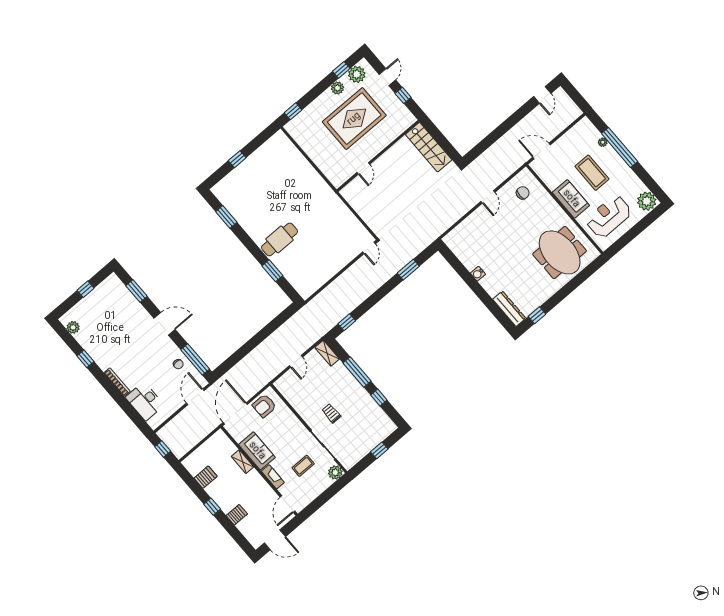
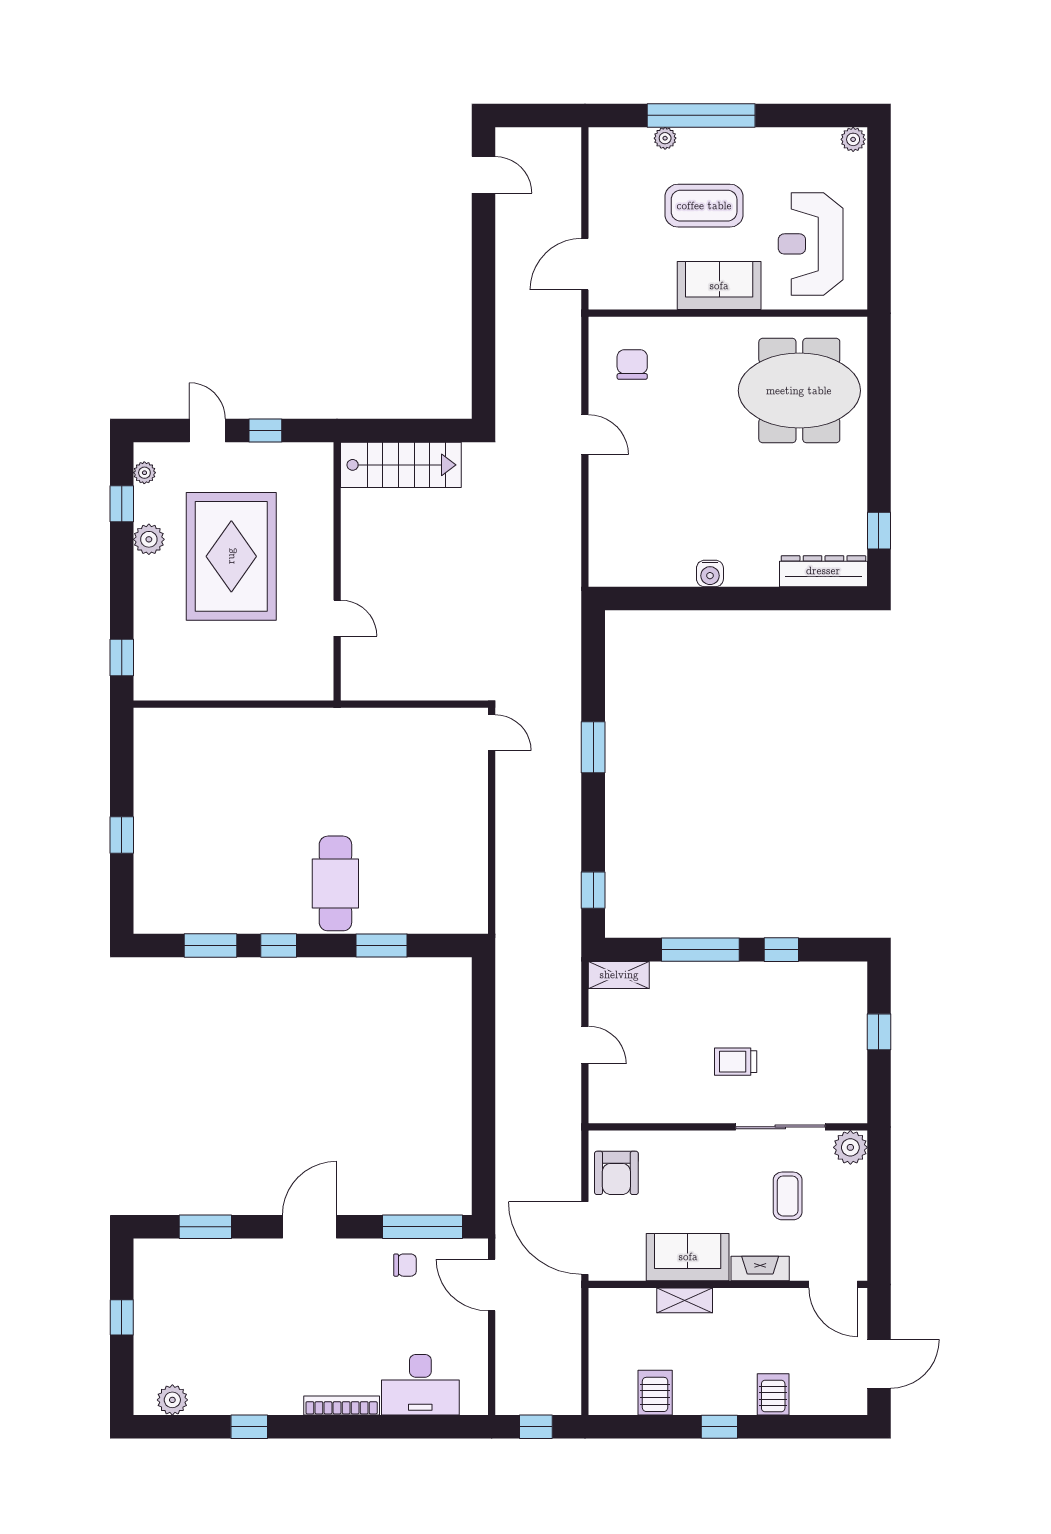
plant: (357, 74) -> (144, 473), width x0.53, depth x0.53
plant: (647, 201) -> (853, 139), width x0.53, depth x0.53
window: (245, 238) -> (279, 946), added
window: (408, 270) -> (593, 747), moved

